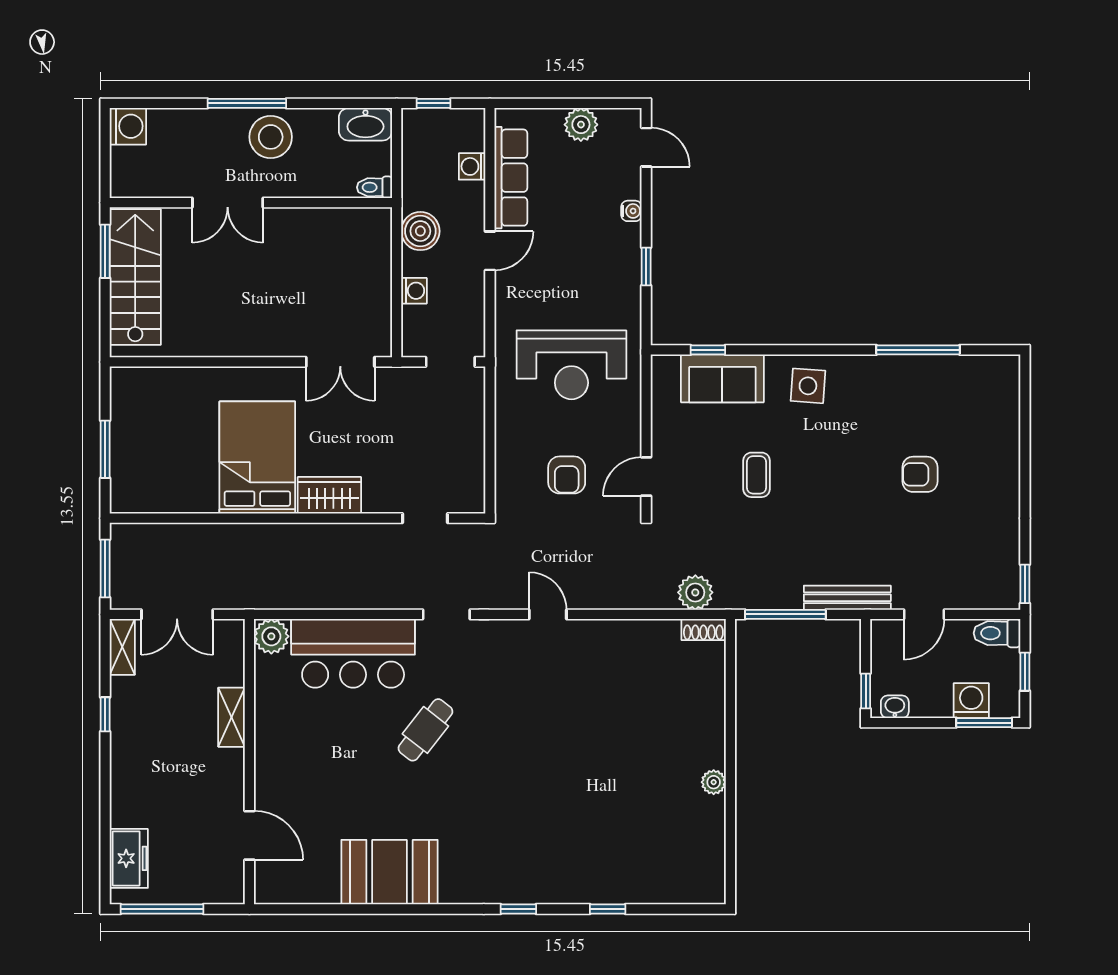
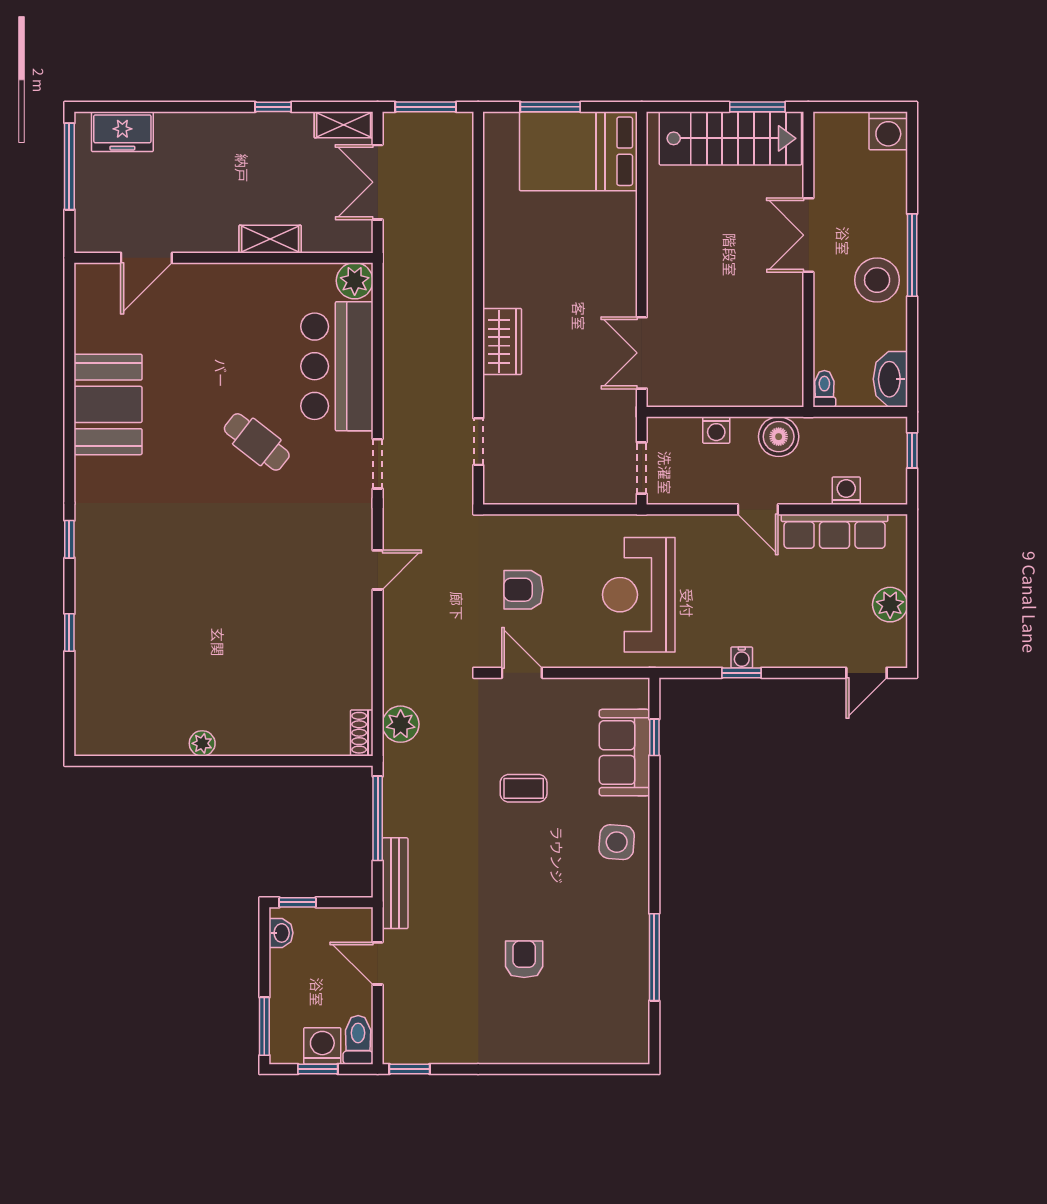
water cooler: (631, 211) -> (742, 657), moved
bed: (257, 458) -> (578, 151), moved, turned 180
washing machine: (971, 701) -> (322, 1046), moved, turned -90

